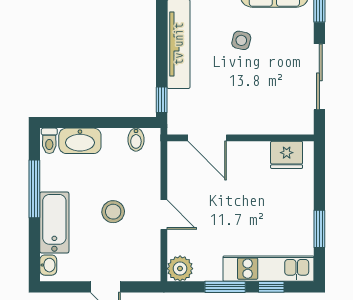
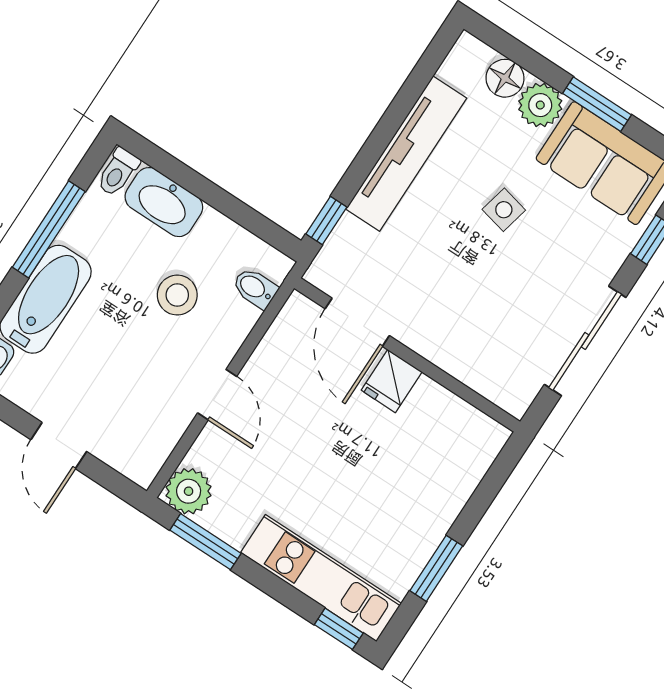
bidet: (136, 140) -> (255, 288), moved, turned 90
fridge: (287, 155) -> (392, 381), moved, width x0.72
stool: (113, 212) -> (177, 295), moved
window: (225, 287) -> (206, 542), moved
window: (271, 287) -> (339, 629), moved

